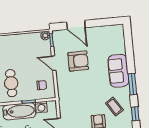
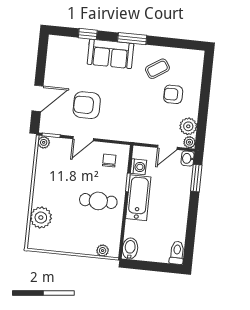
armchair: (78, 61) -> (87, 105), turned -90
window: (135, 114) -> (88, 34), moved

